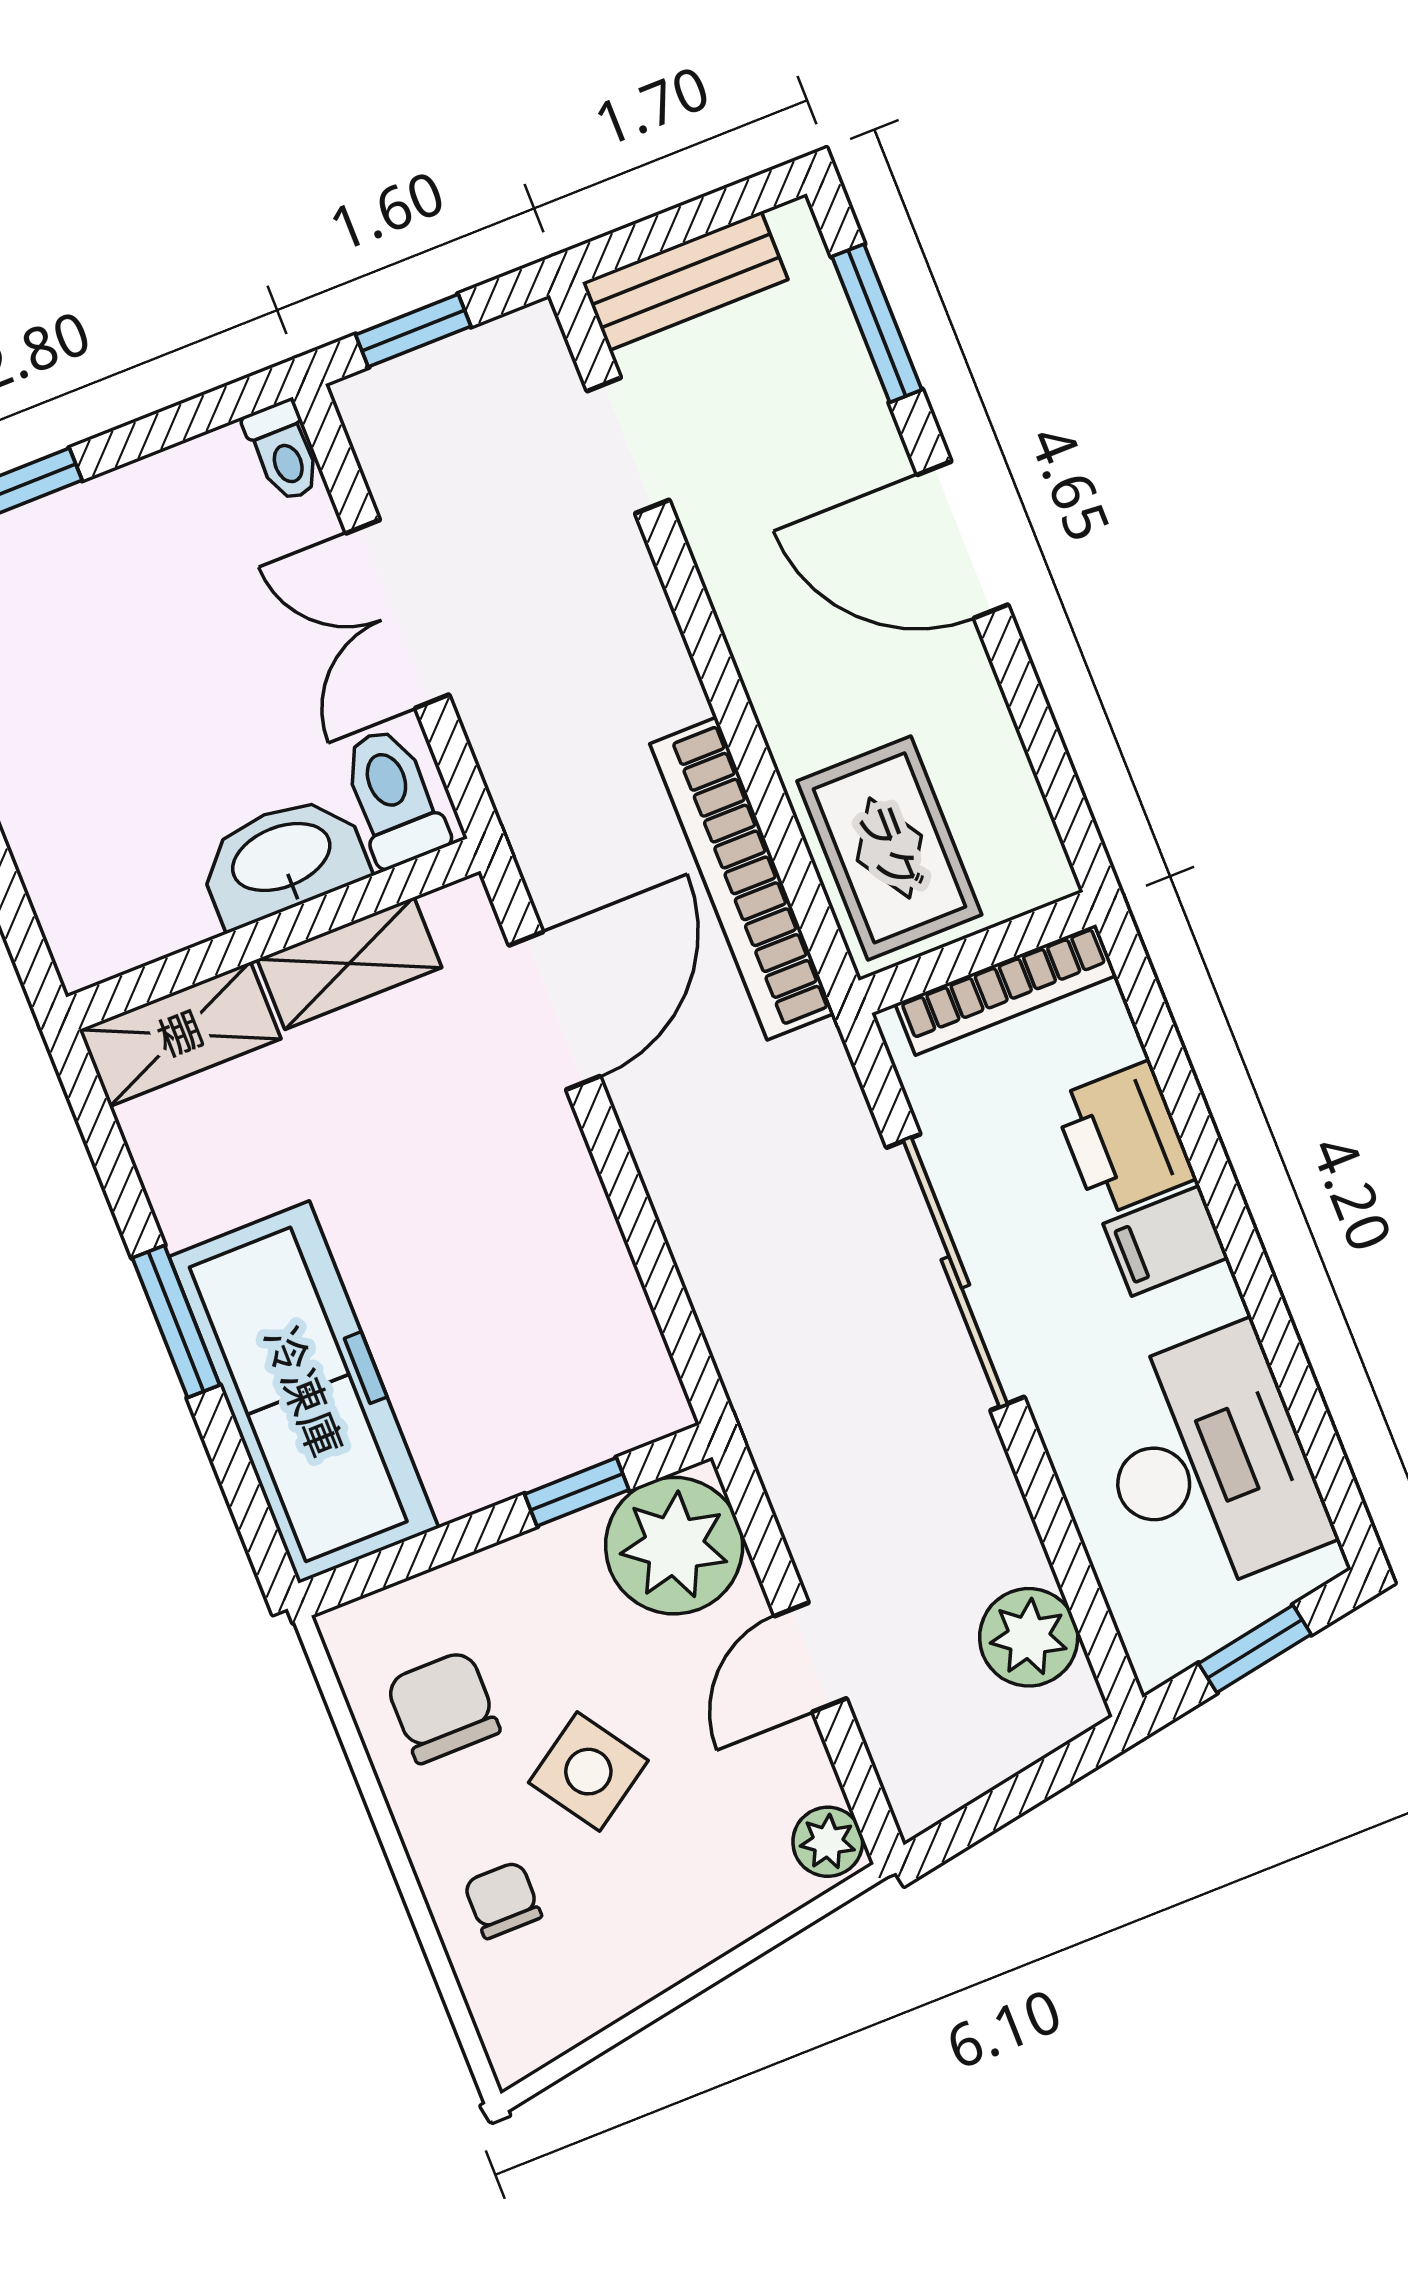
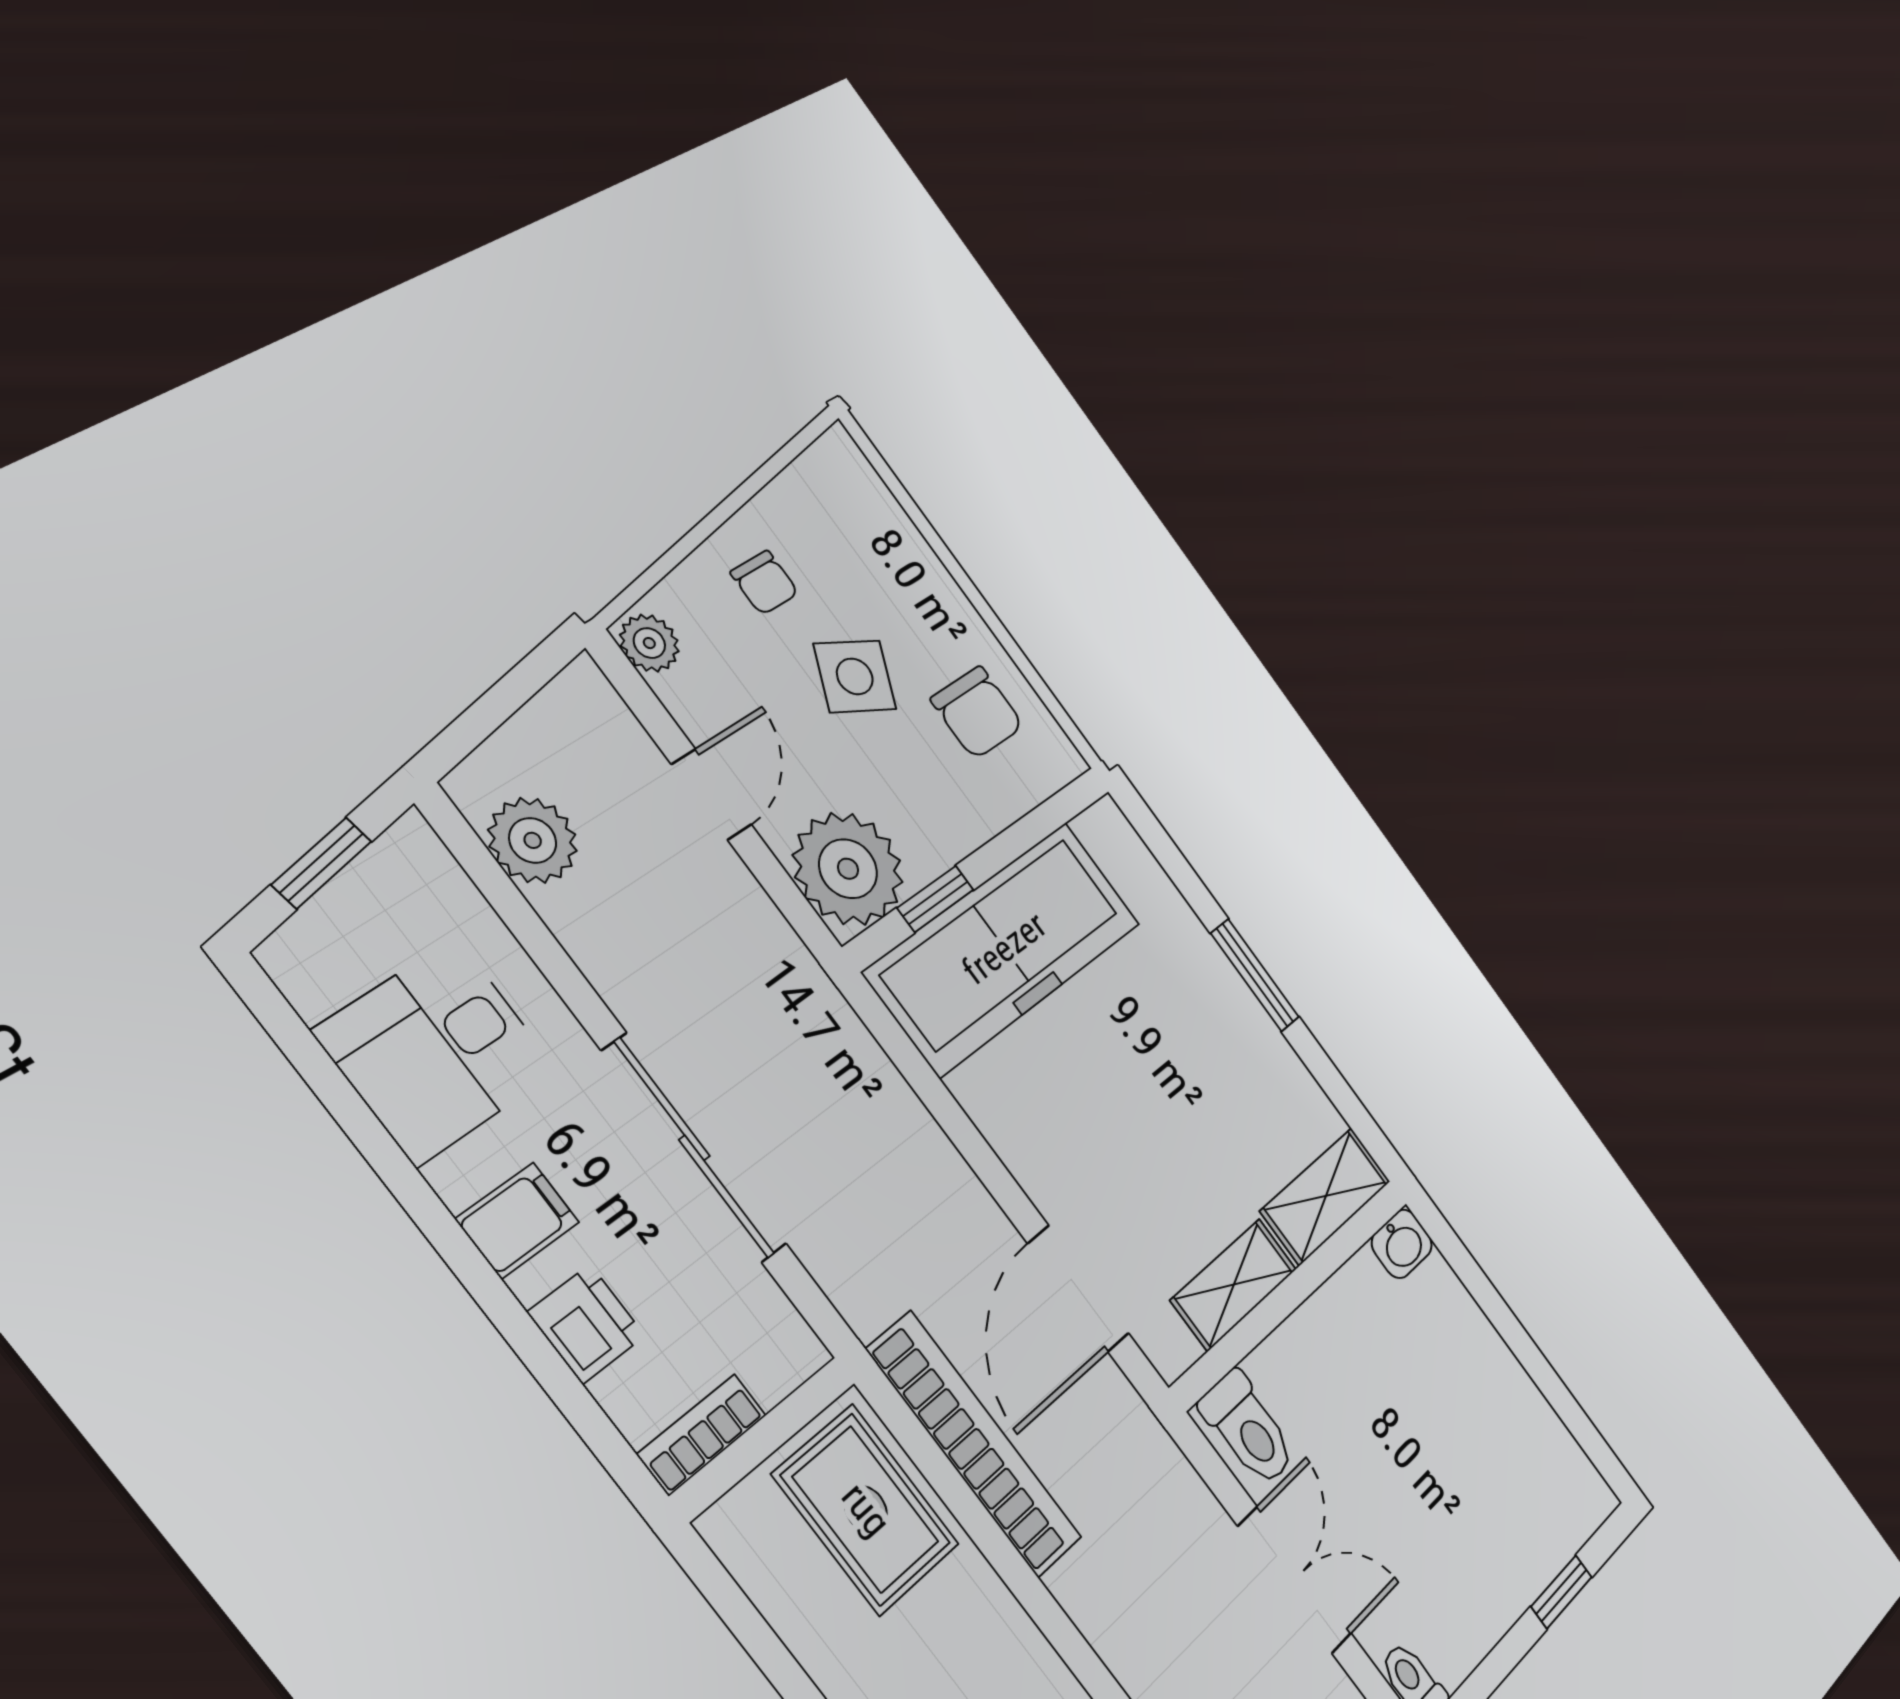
washbasin: (282, 860) -> (1402, 1244), moved, width x0.52, depth x0.69
bookcase: (1006, 990) -> (702, 1435), width x0.64
printer: (1124, 1139) -> (586, 1324), width x0.73, depth x0.81
freezer: (304, 1392) -> (1004, 948), moved, turned -90
desk: (1208, 1462) -> (437, 1051), width x0.73
side table: (588, 1772) -> (855, 676), turned -30
chair: (503, 1900) -> (765, 583), moved

